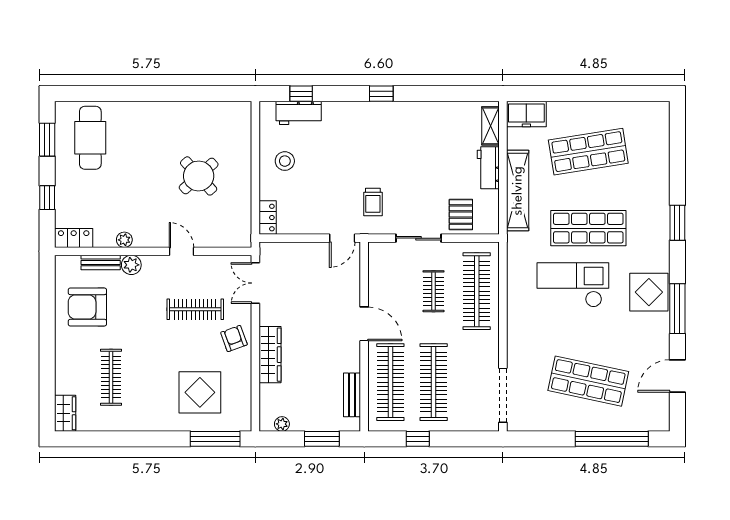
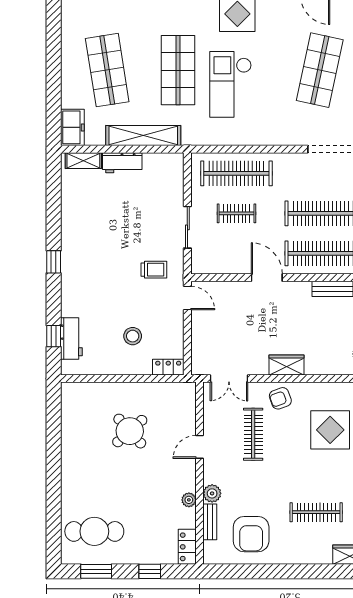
stool: (285, 161) -> (133, 336), moved
pallet: (461, 215) -> (165, 188), removed
door: (364, 324) -> (267, 278), hinge flipped
wardrobe: (270, 355) -> (287, 365), width x0.67

